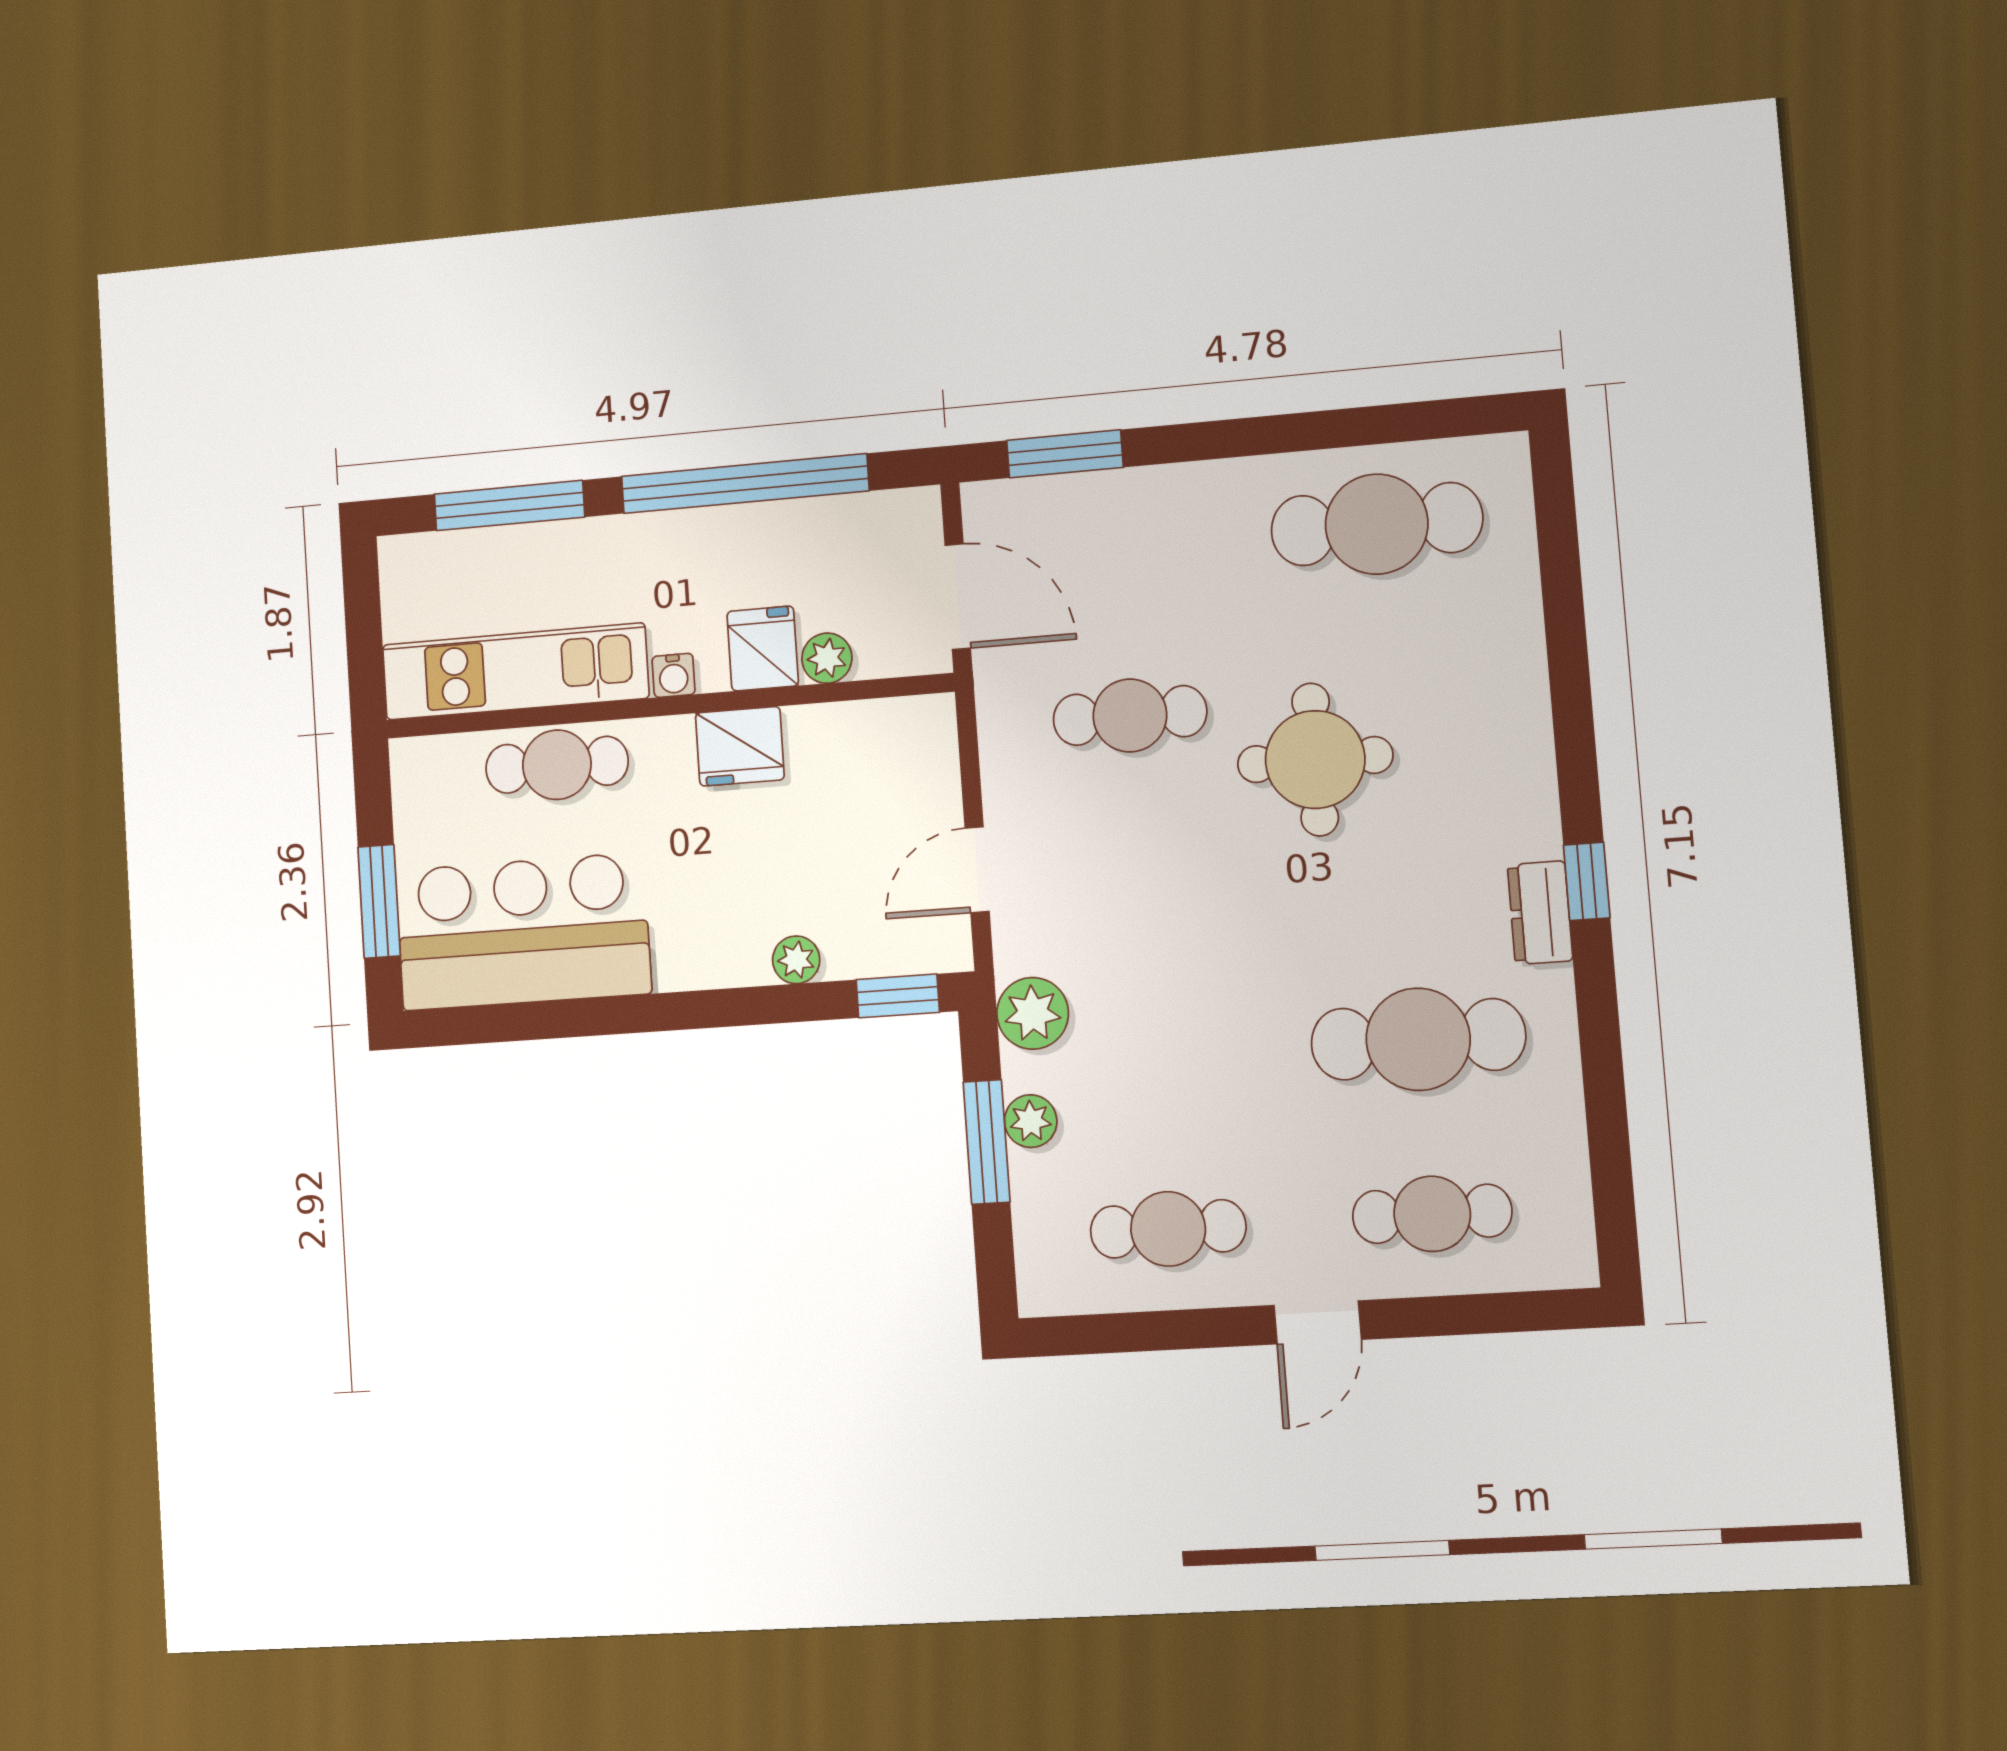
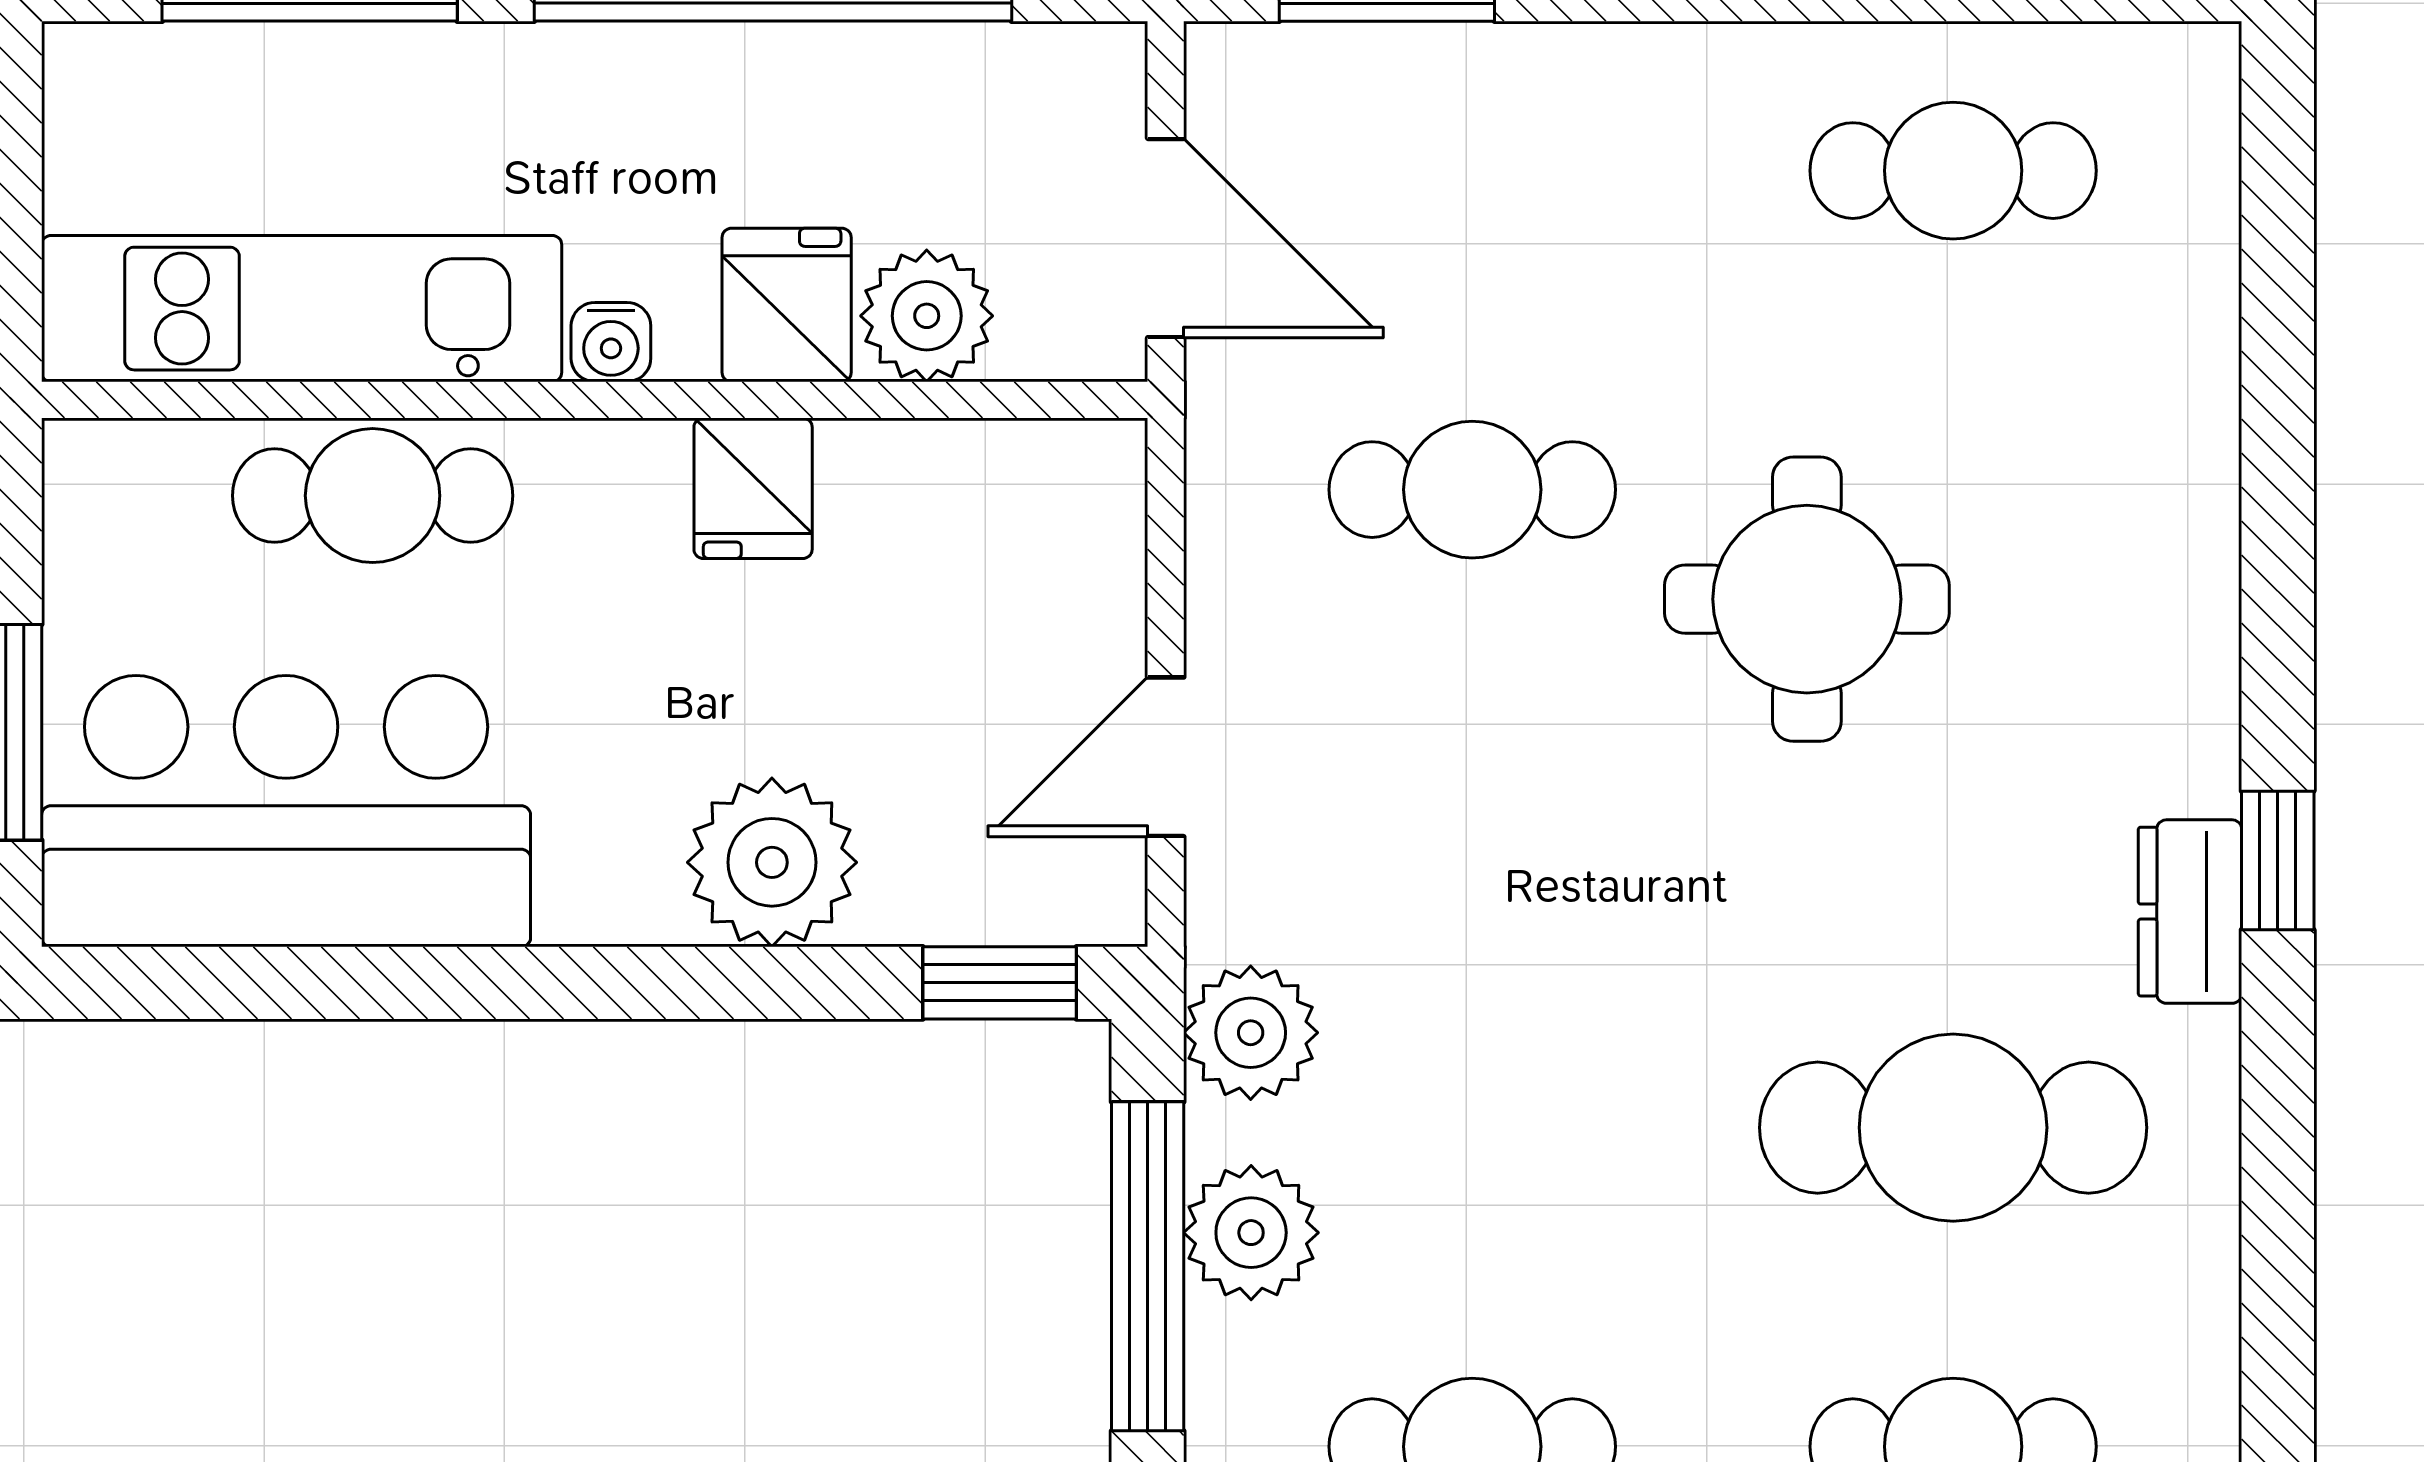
cafe table: (1377, 524) -> (1953, 171), width x0.73, depth x0.74
plant: (827, 658) -> (927, 316), width x1.38, depth x1.38
fridge: (740, 746) -> (753, 488), width x0.72
plant: (796, 960) -> (772, 862), width x1.88, depth x1.88
plant: (1031, 1121) -> (1251, 1233), width x1.38, depth x1.38
window: (987, 1142) -> (1148, 1266), width x1.44

